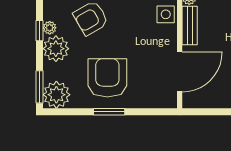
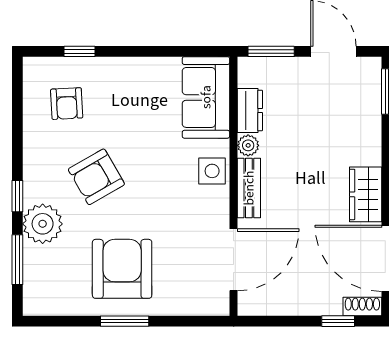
plant: (50, 28) -> (33, 192), removed
window: (40, 87) -> (17, 260), moved
plant: (56, 95) -> (44, 295), removed

